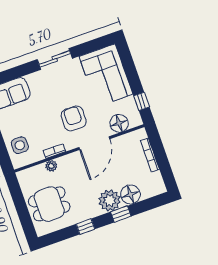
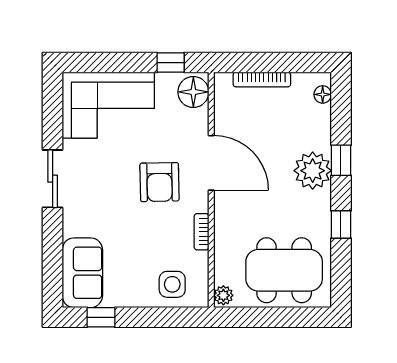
armchair: (74, 118) -> (159, 182), turned -91
floor lamp: (119, 123) -> (193, 92), moved
plant: (51, 166) -> (223, 295), moved
floor lamp: (130, 195) -> (323, 94), moved, width x0.53, depth x0.53
dining table: (49, 204) -> (284, 270), width x1.38

